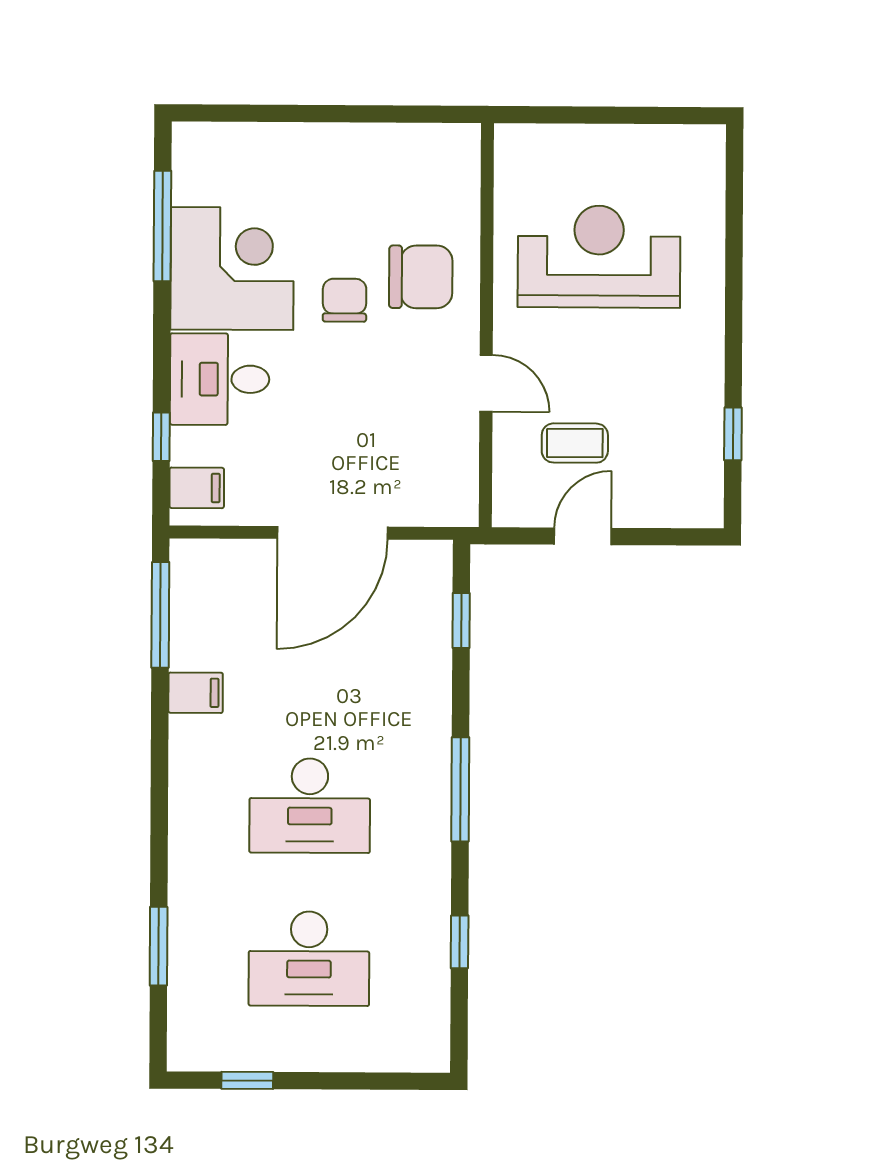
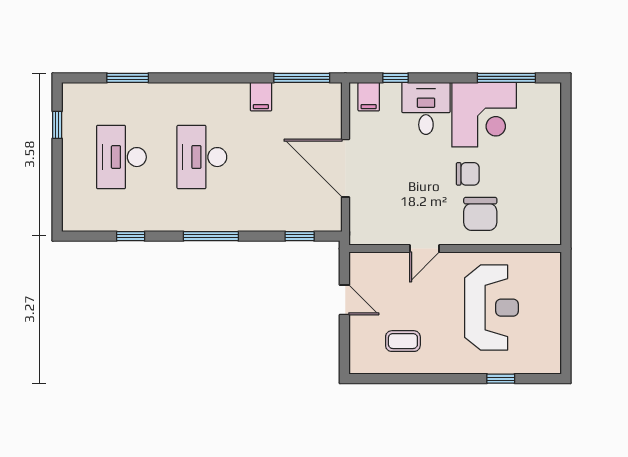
window: (733, 434) -> (501, 379), moved
coffee table: (575, 443) -> (403, 341), moved, turned 90

